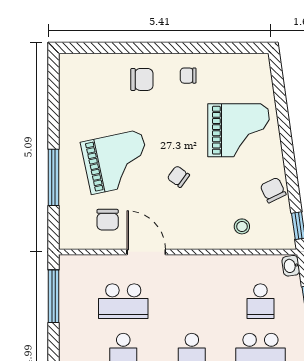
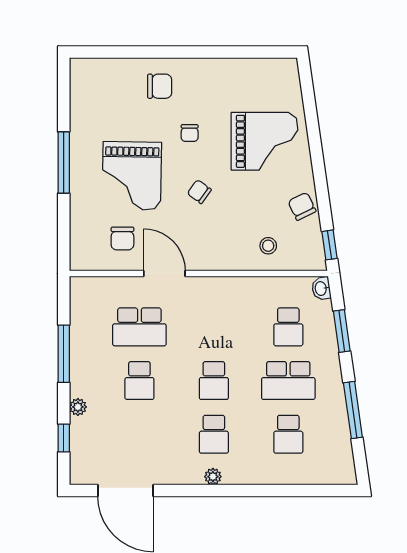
chair: (188, 76) -> (190, 133), moved, turned -90
grand piano: (116, 162) -> (132, 176), turned 103
window: (54, 177) -> (64, 162), moved
window: (54, 296) -> (64, 354), moved

